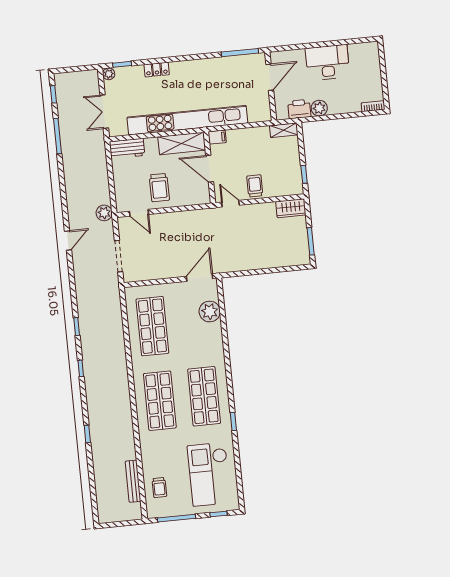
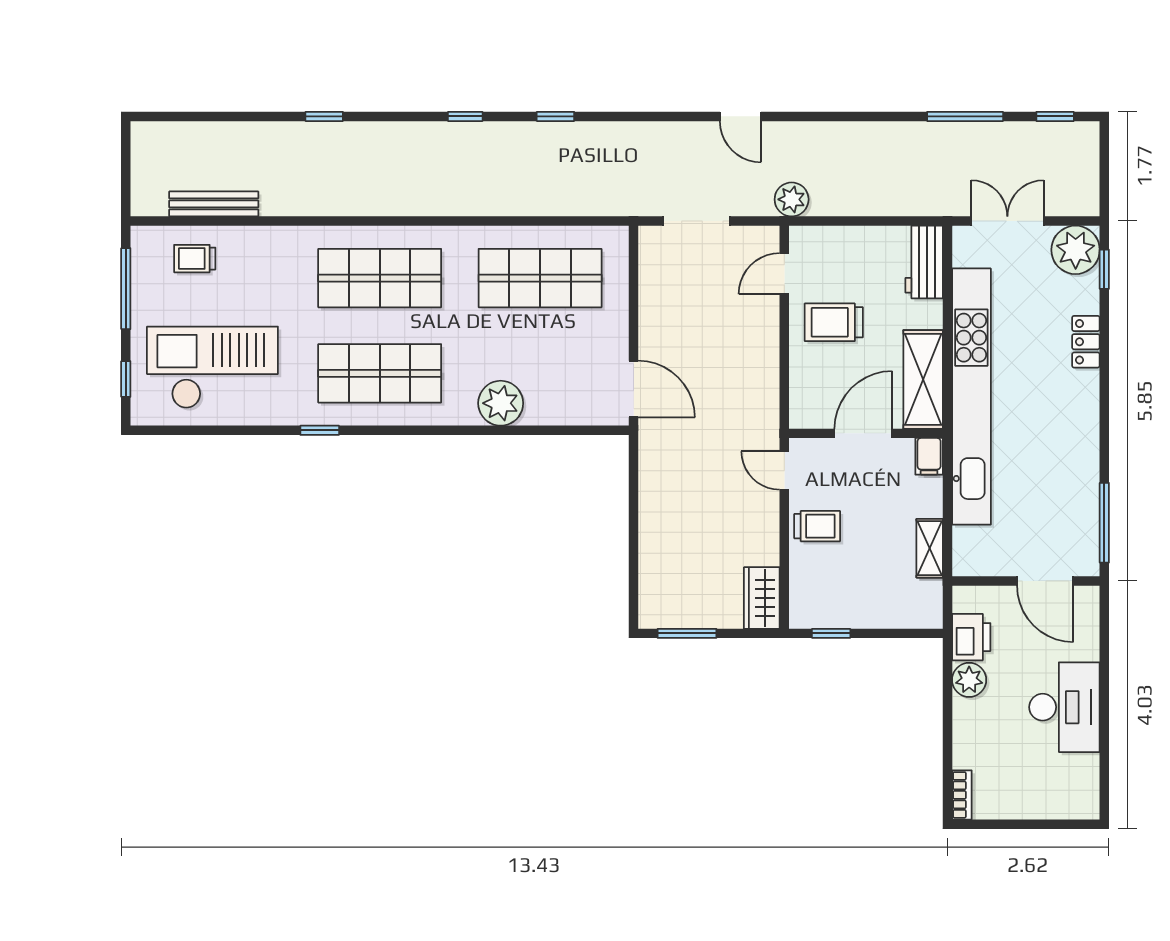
plant: (109, 74) -> (1076, 250), width x1.88, depth x1.88
shelving: (284, 130) -> (930, 548), moved
door: (231, 204) -> (784, 471), swing flipped
plant: (210, 312) -> (501, 403), moved

